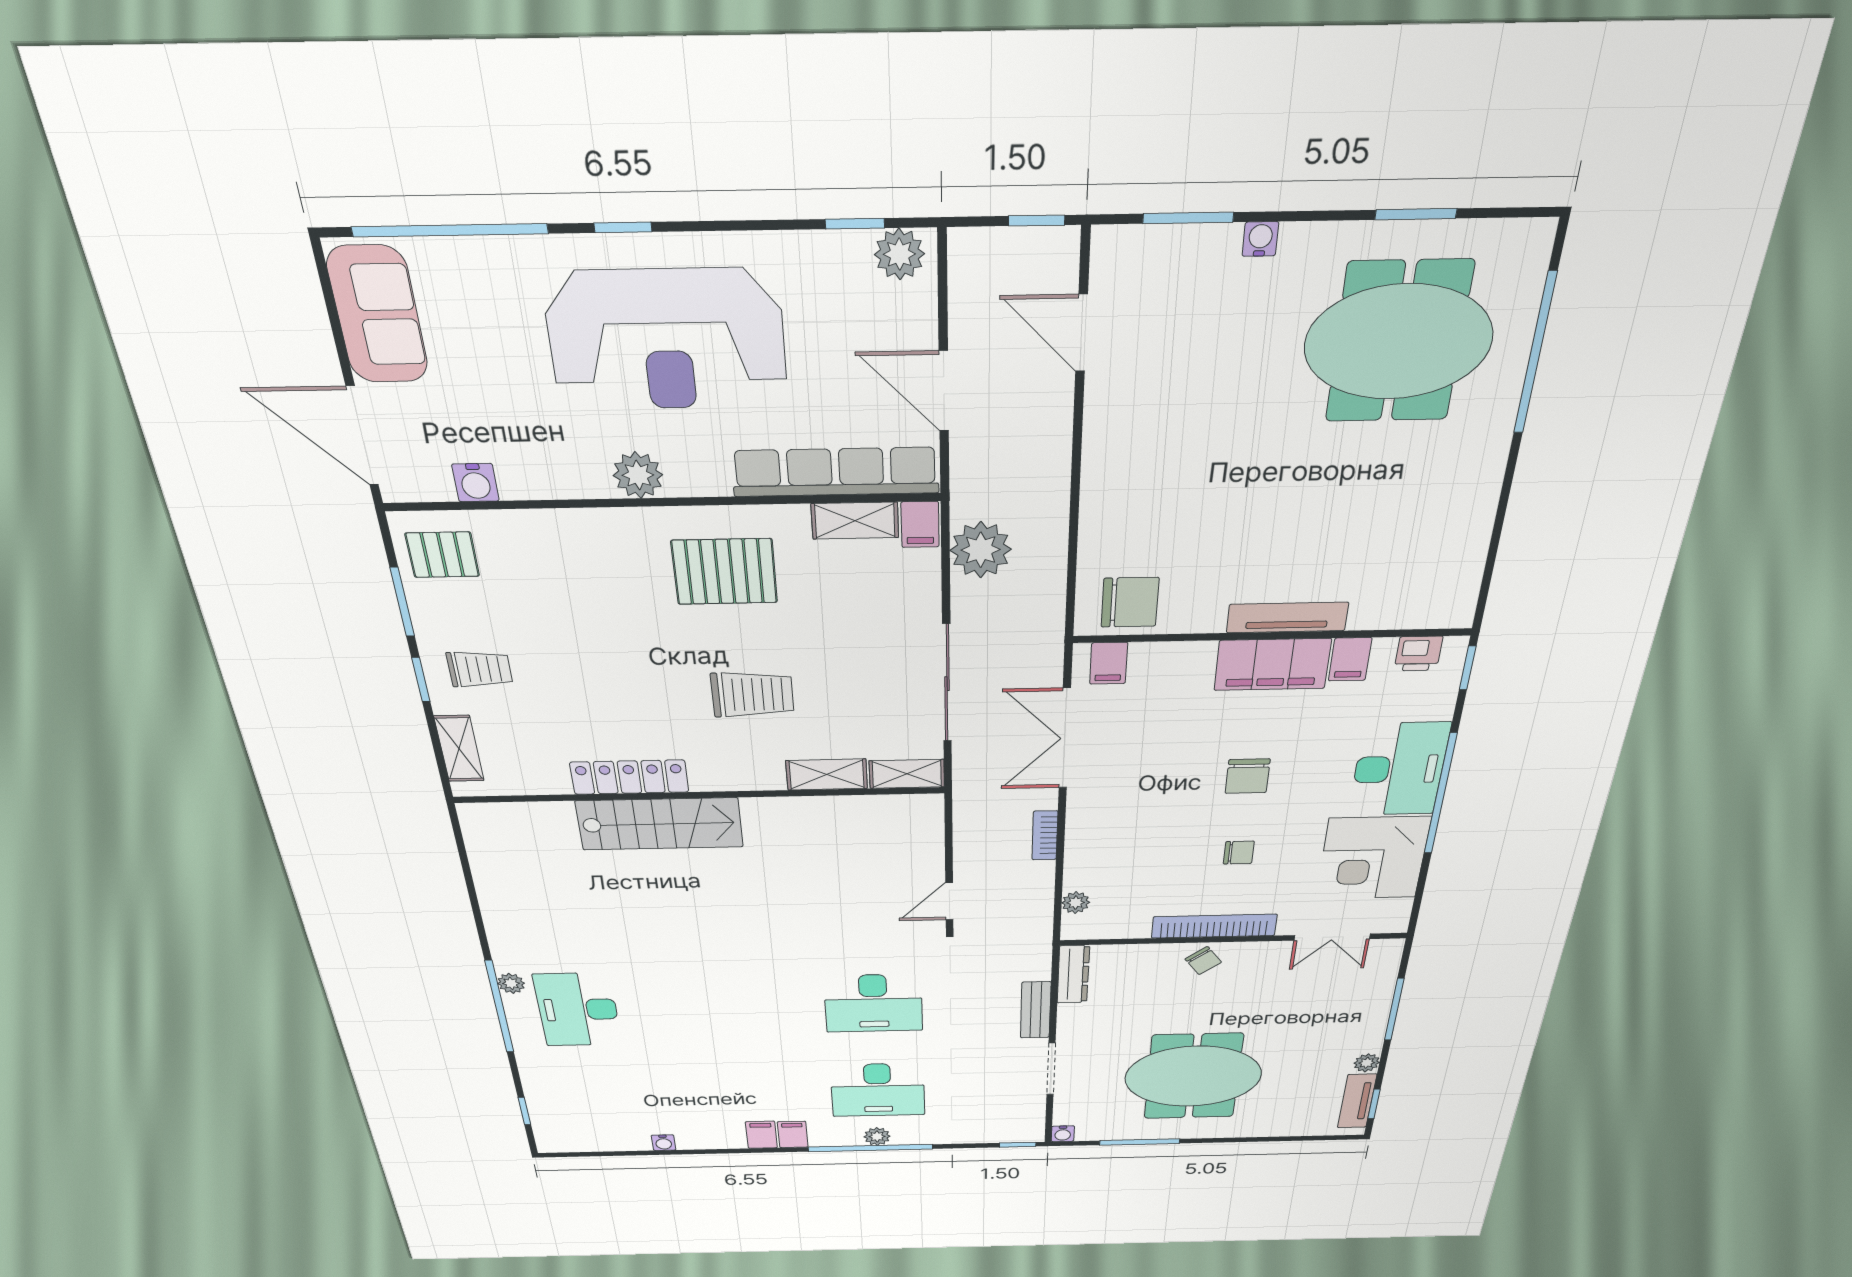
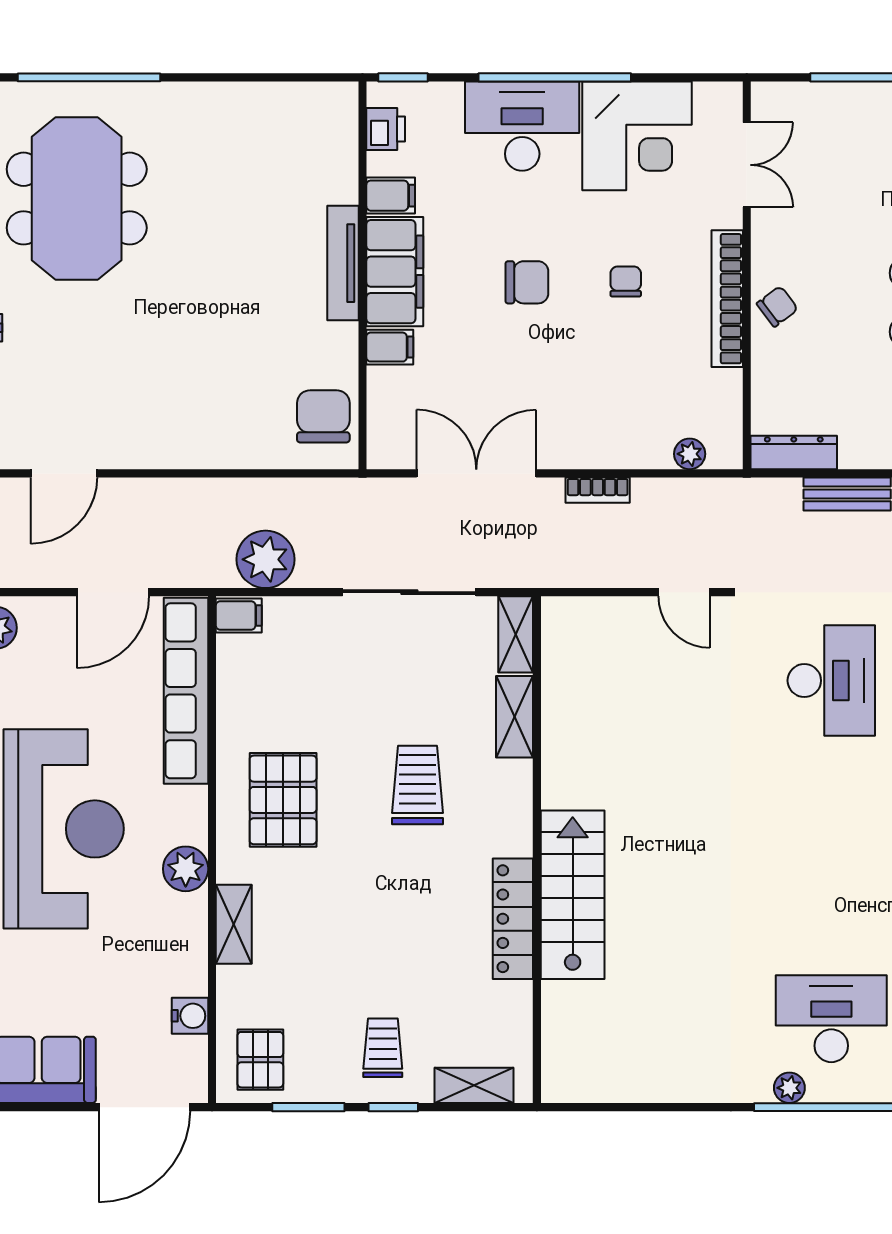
shelving: (855, 521) -> (234, 924), moved
filing cabinet: (1109, 663) -> (390, 347), moved
double door: (1065, 739) -> (476, 473), swing flipped
desk: (578, 1010) -> (831, 1019), turned 180

